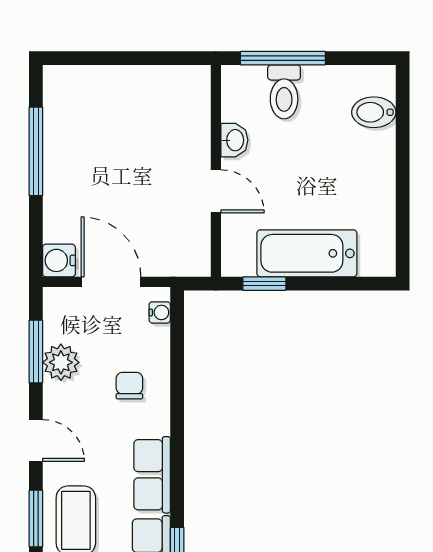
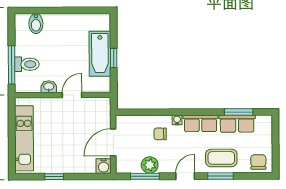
kitchen unit: (121, 85) -> (24, 138), added
window: (36, 151) -> (54, 177), width x0.46
window: (264, 284) -> (114, 58), moved
water cooler: (160, 312) -> (177, 120), moved

